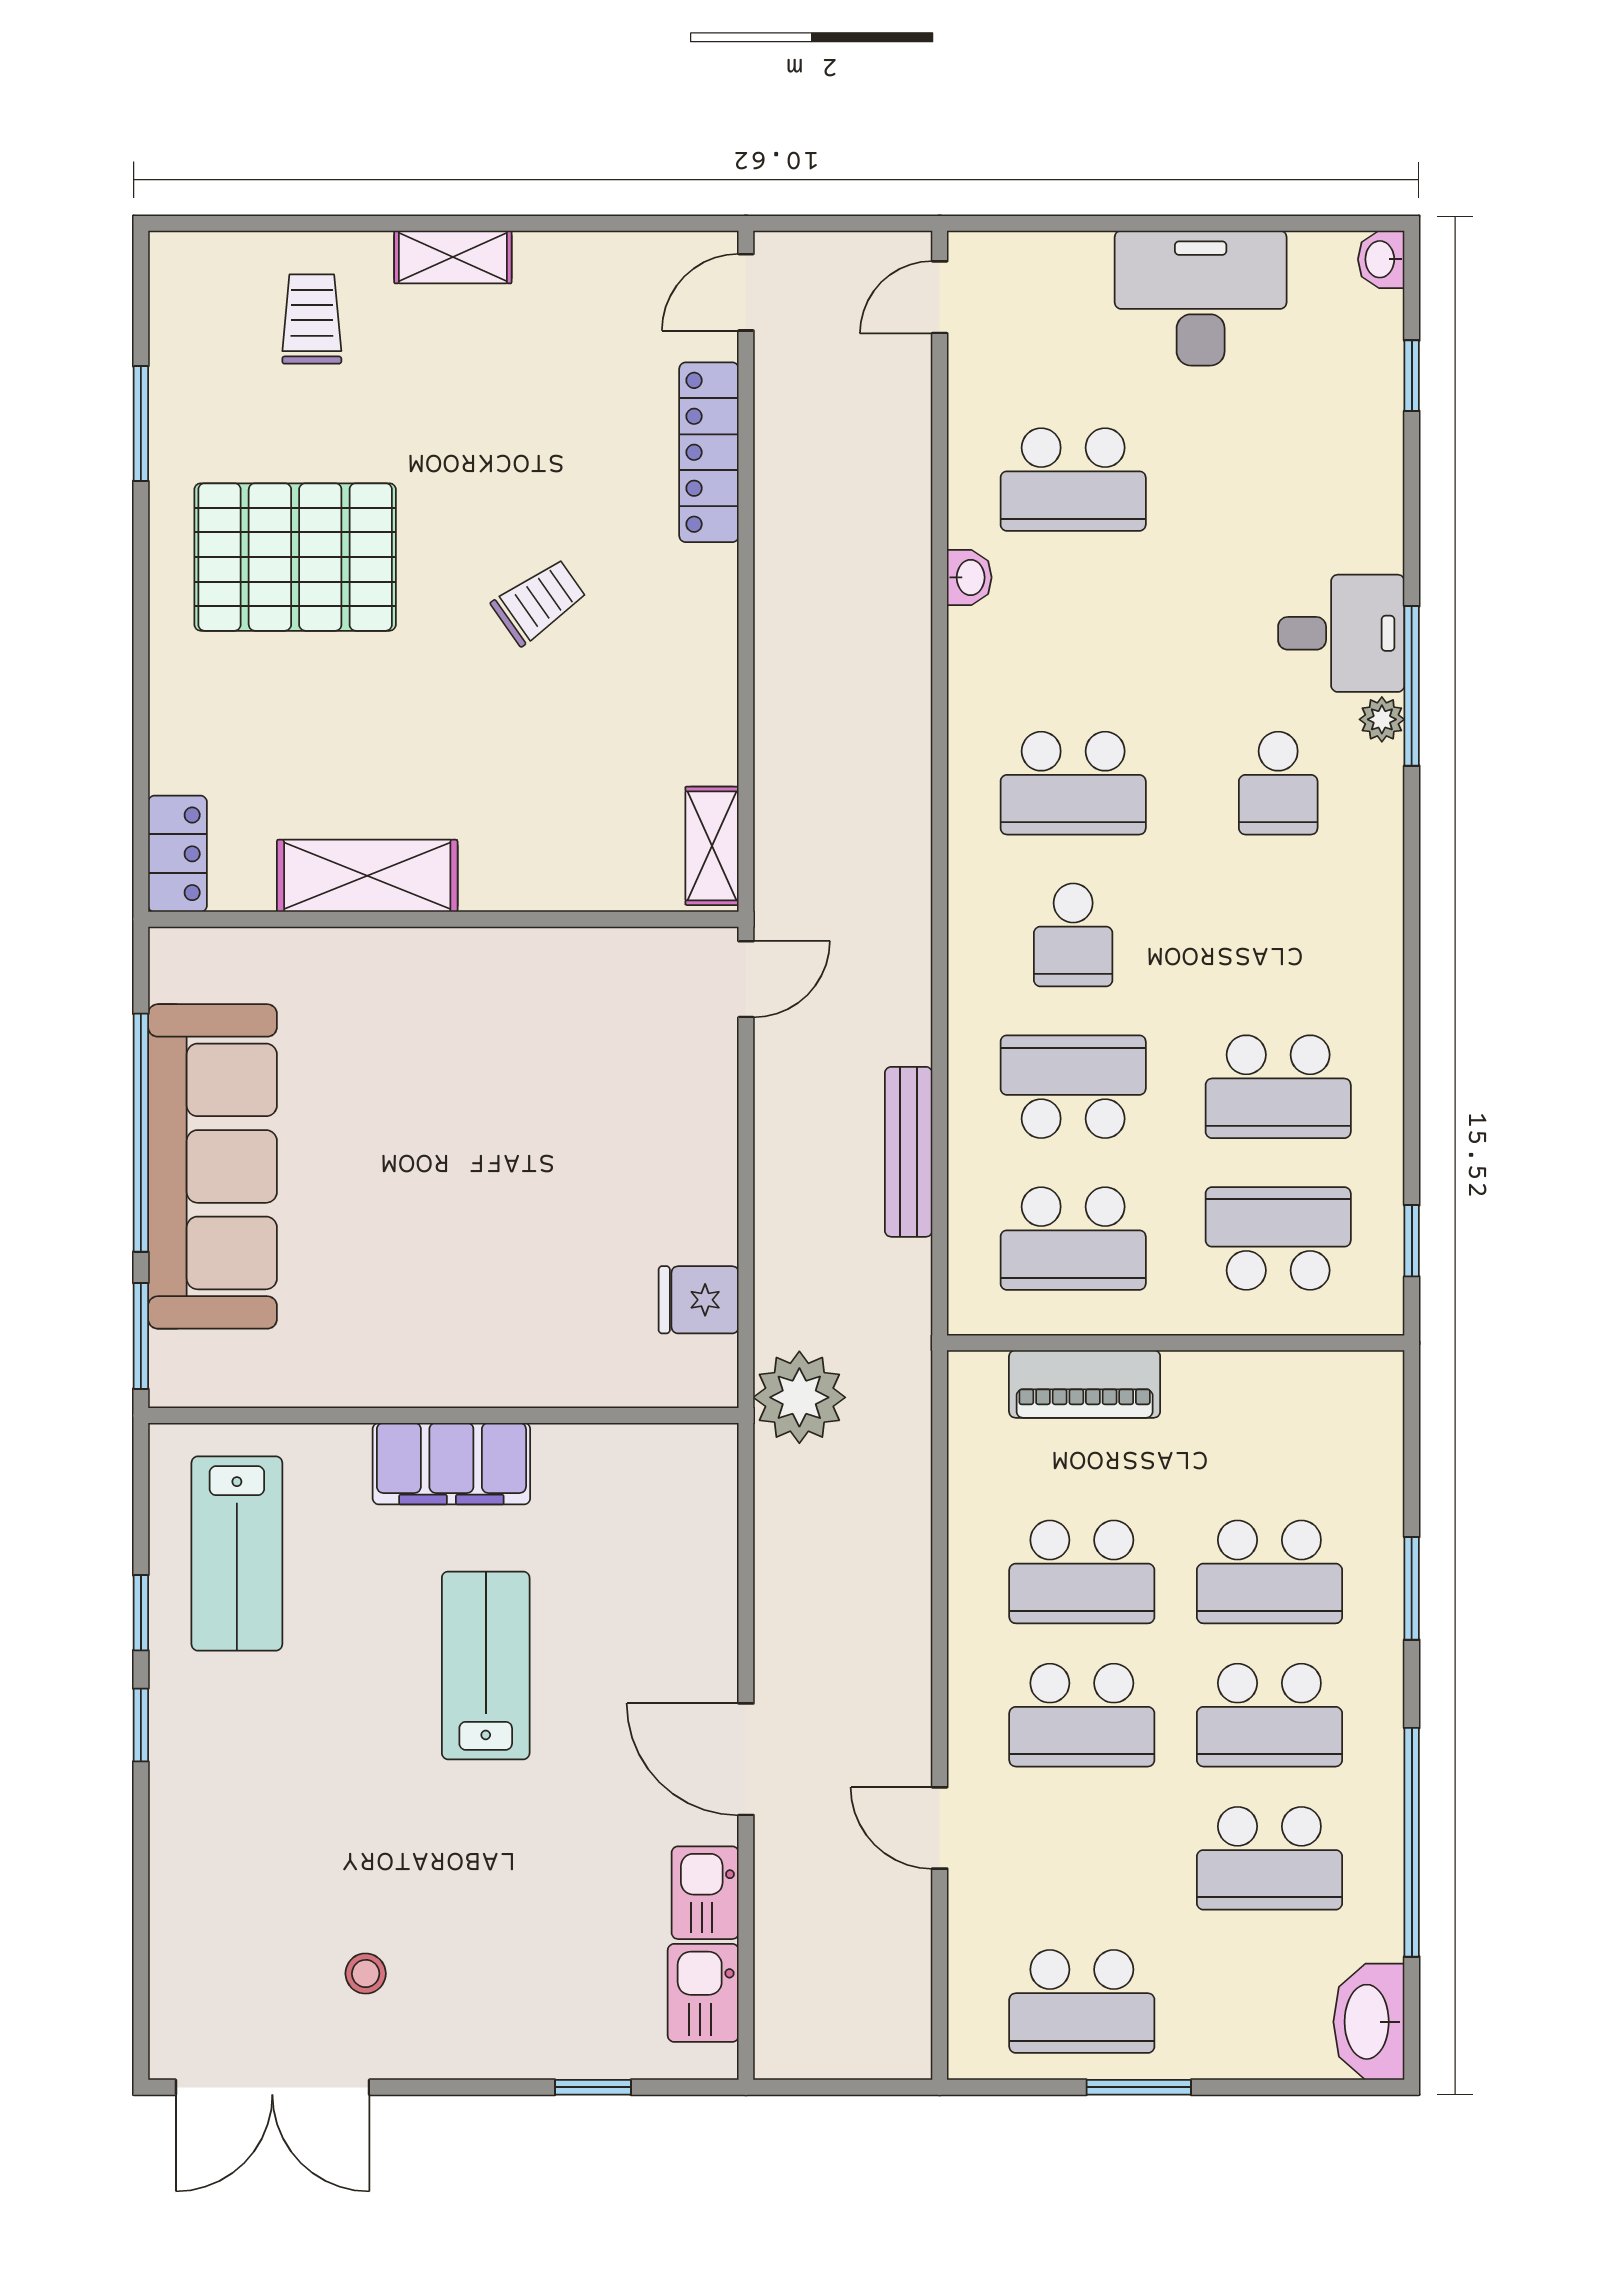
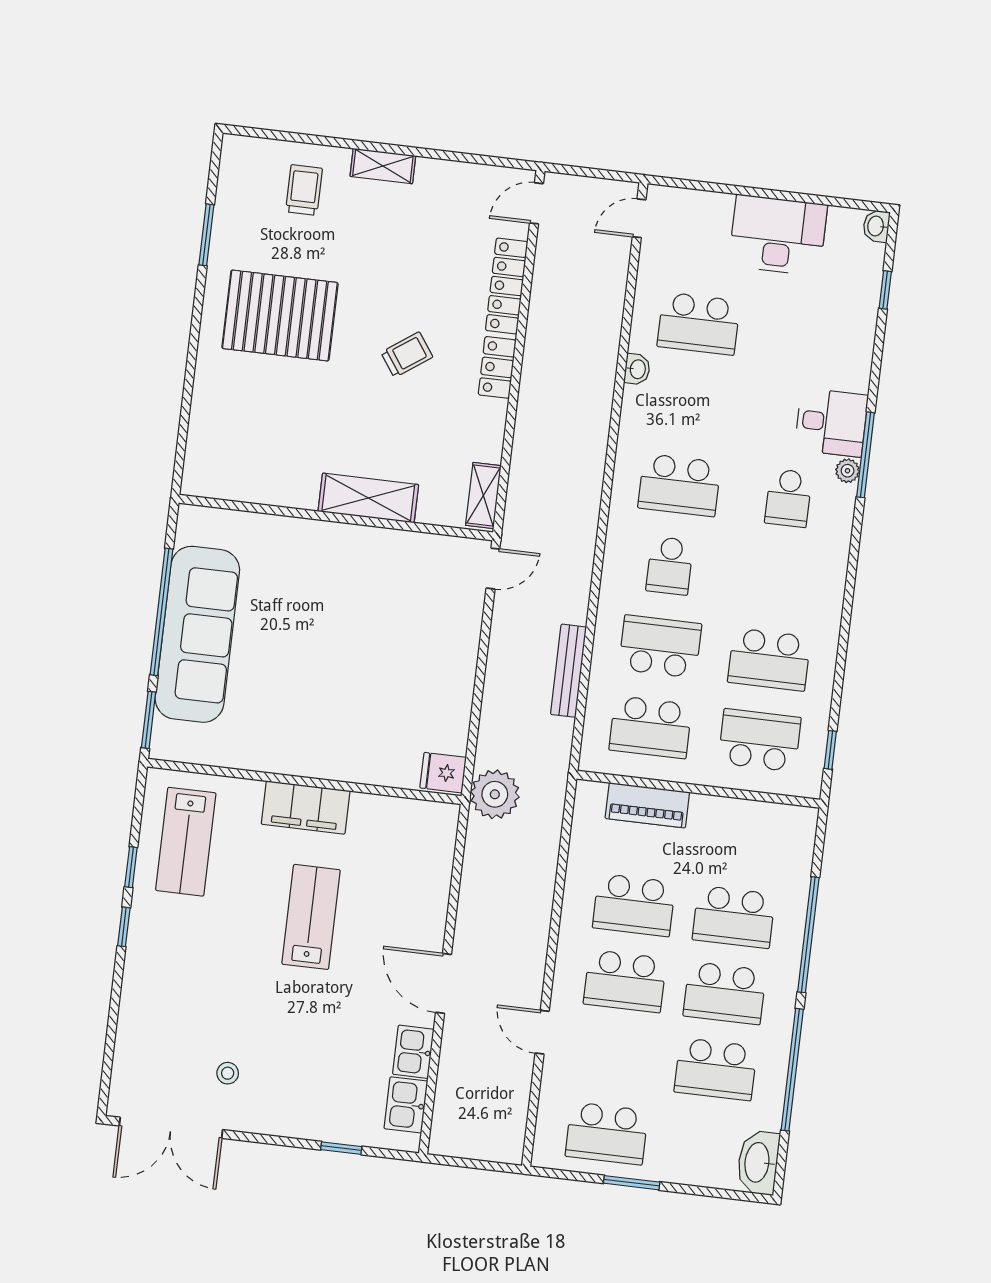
locker: (177, 854) -> (497, 367), moved, turned 180
shelving: (367, 876) -> (368, 498), moved
fridge: (699, 1300) -> (443, 773), moved
window: (1412, 1588) -> (808, 935), width x2.11

